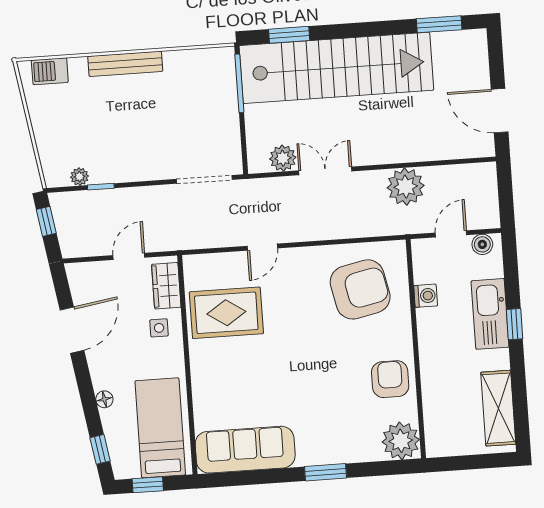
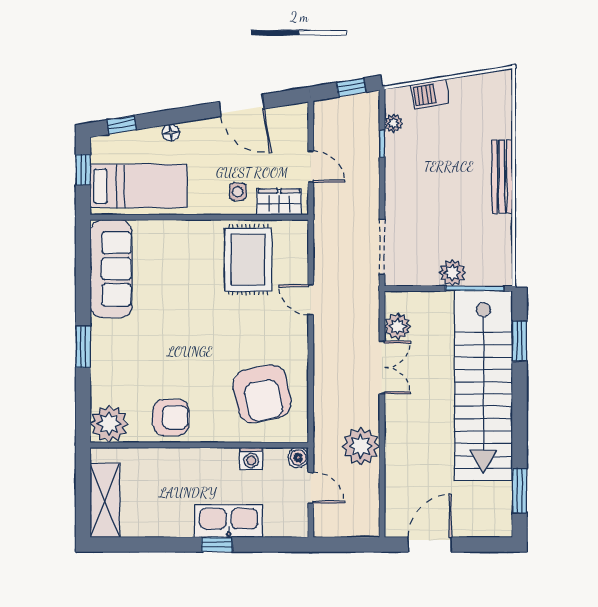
barbecue: (50, 71) -> (430, 94), moved, turned -99
plant: (225, 107) -> (452, 273), added
boiler: (482, 244) -> (298, 458), moved
shelving: (498, 408) -> (105, 500), moved, turned 90

